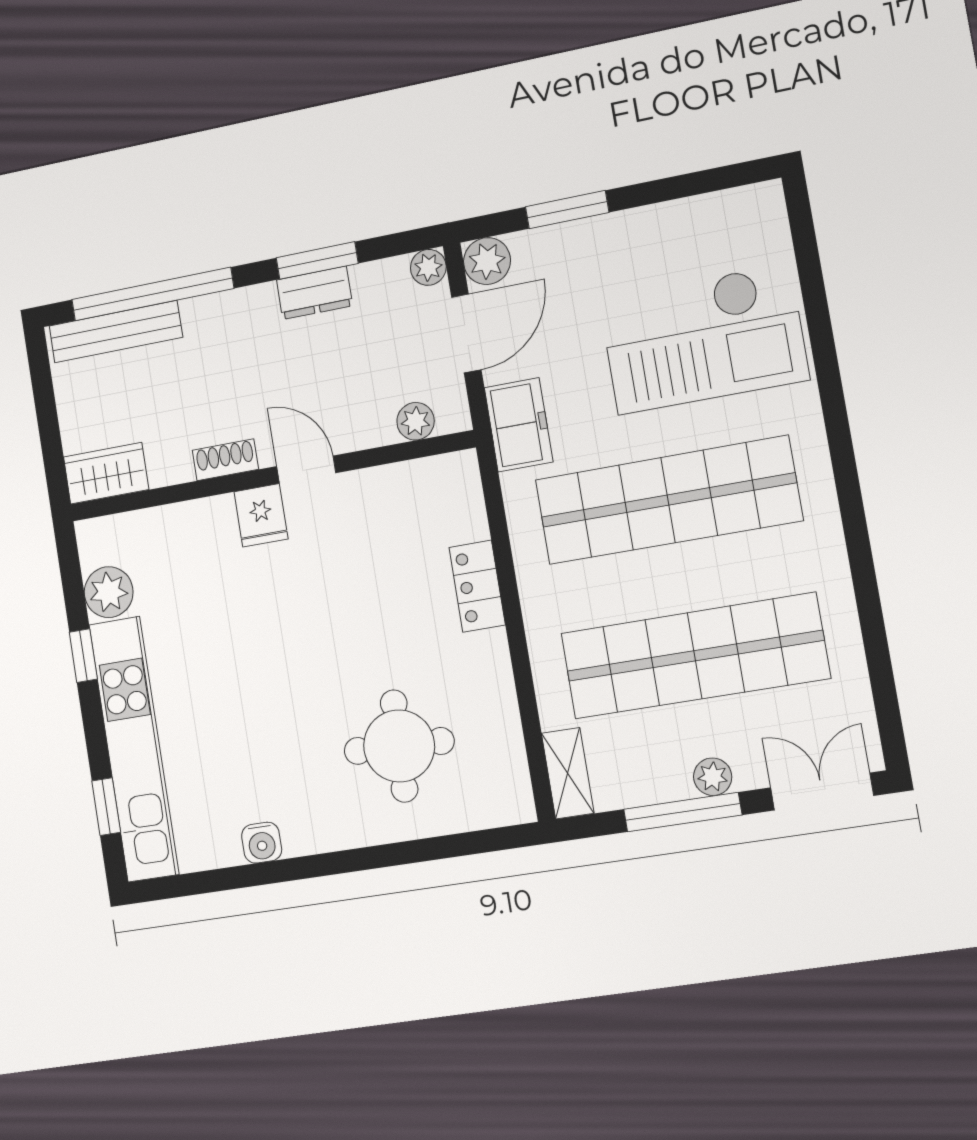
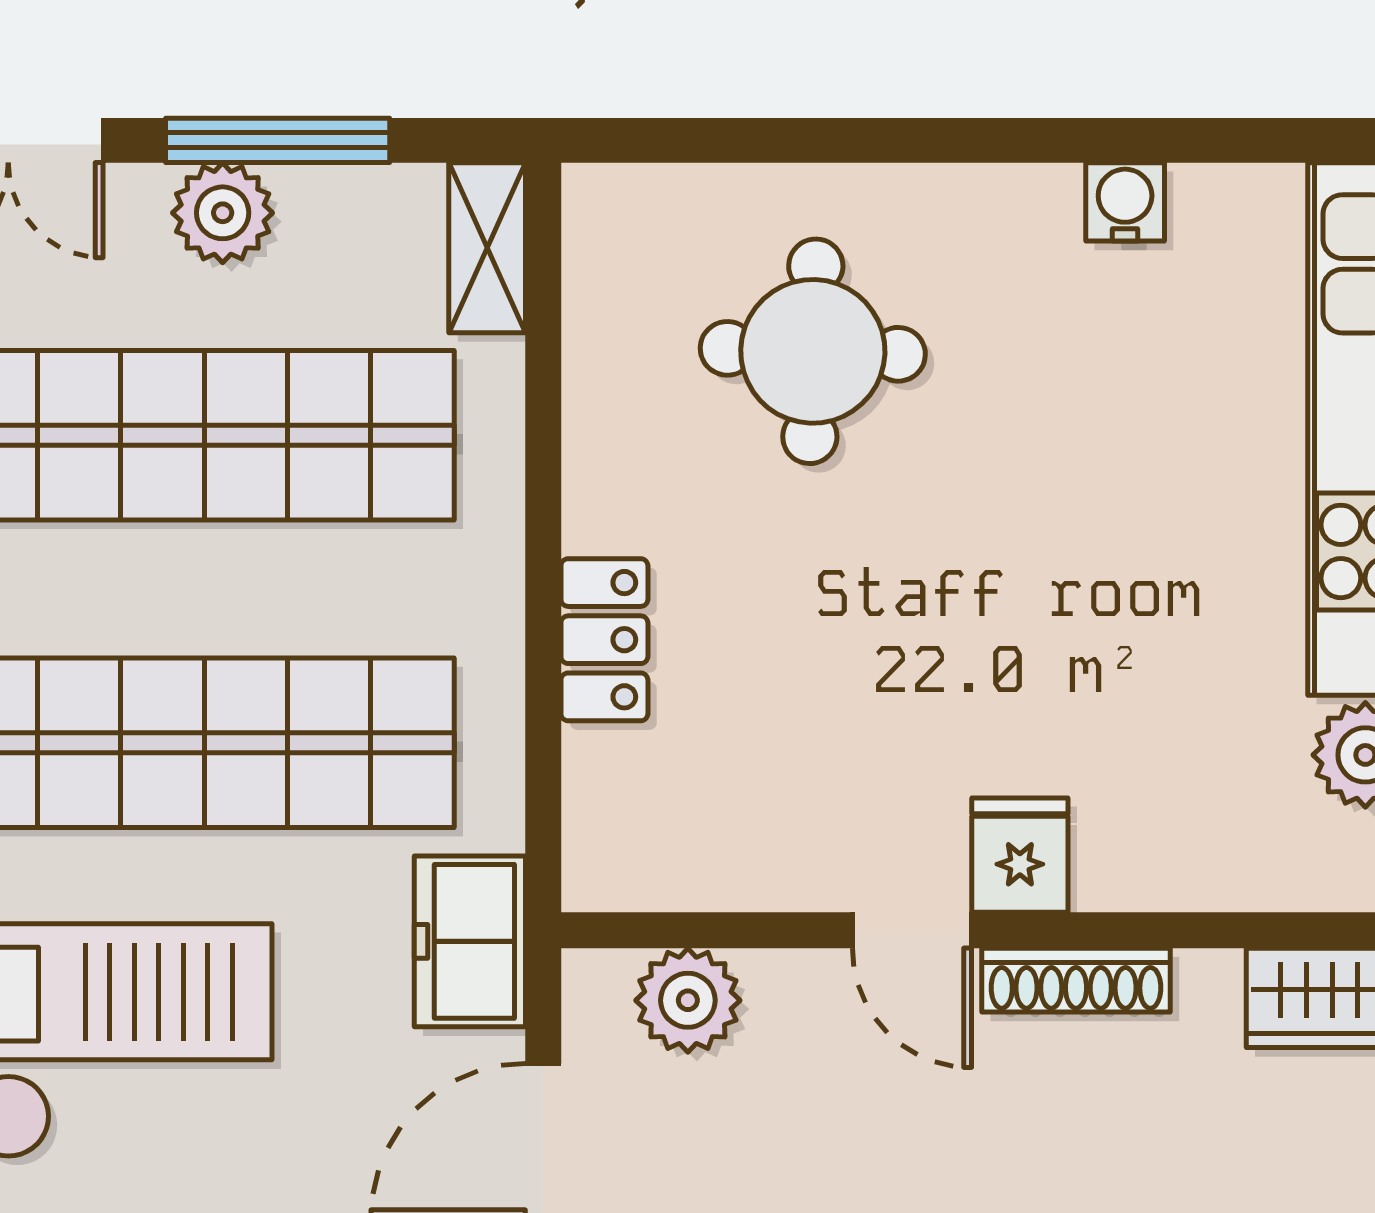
plant: (416, 421) -> (688, 1000), width x1.38, depth x1.38
shoe rack: (225, 460) -> (1076, 980), width x1.43
plant: (713, 777) -> (223, 213), width x1.38, depth x1.38

